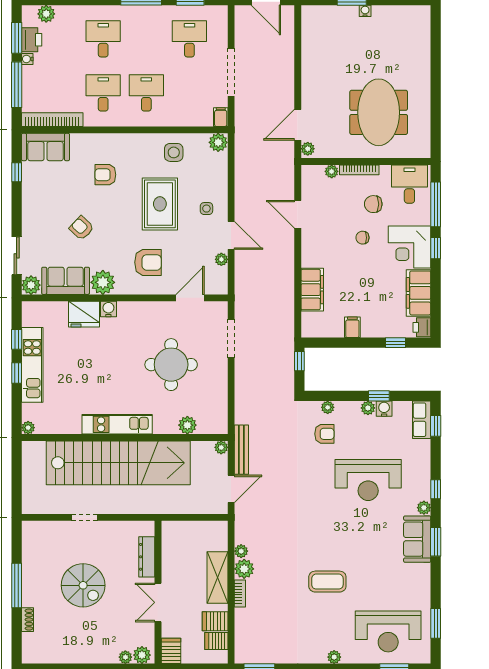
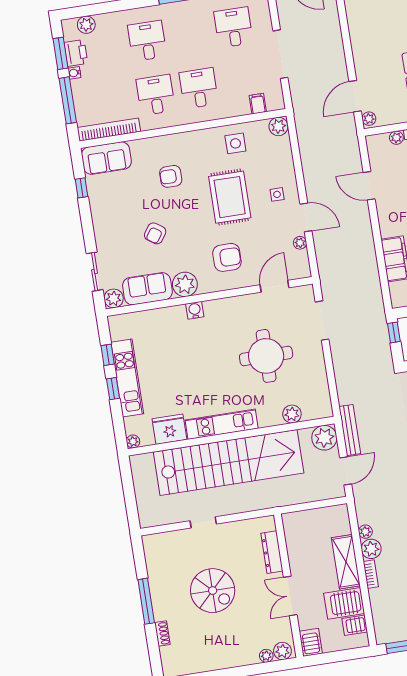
filing cabinet: (221, 117) -> (258, 104), moved
armchair: (82, 228) -> (155, 233), turned -98
fridge: (84, 314) -> (169, 429), moved, turned 180
plant: (221, 447) -> (324, 438), width x1.88, depth x1.88
server rack: (215, 621) -> (344, 603), width x1.36, depth x1.44

